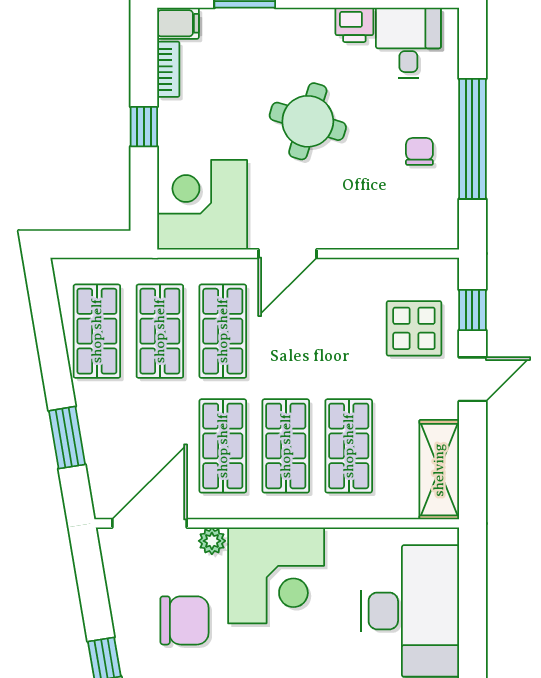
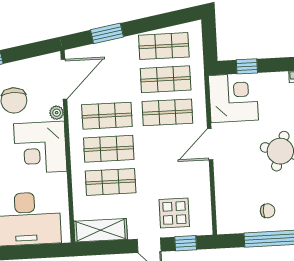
window: (144, 127) -> (247, 66), moved
door: (287, 254) -> (210, 144), hinge flipped
door: (150, 523) -> (64, 79), hinge flipped

